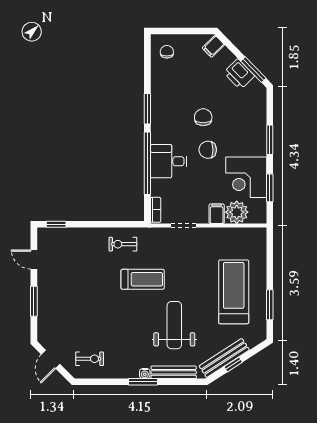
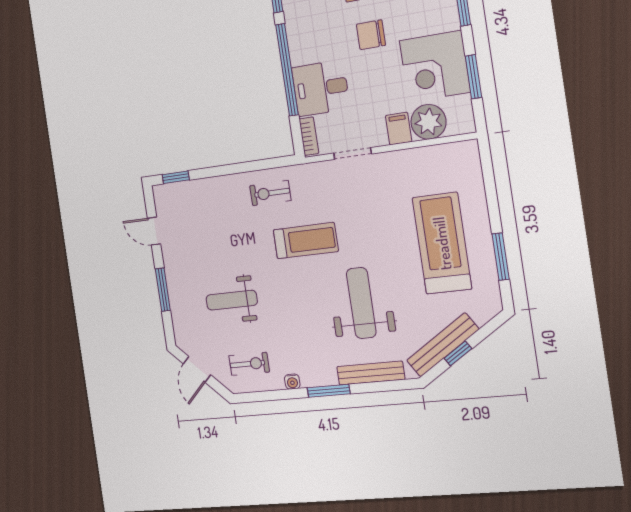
desk: (169, 161) -> (321, 88), moved
weight bench: (84, 314) -> (232, 300), added
water cooler: (145, 374) -> (292, 382), moved

